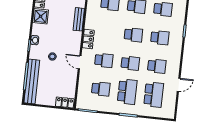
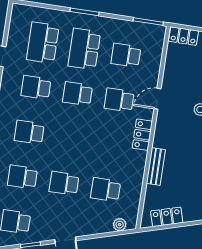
school desk: (133, 35) -> (71, 139), removed
door: (80, 62) -> (157, 99), swing flipped

